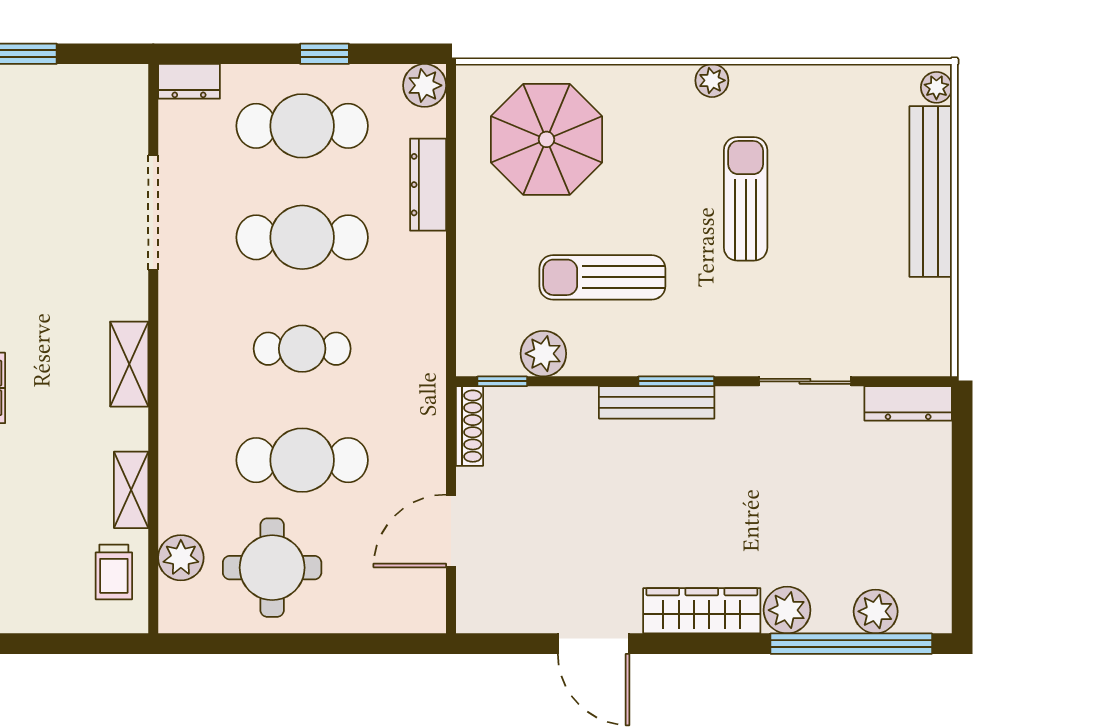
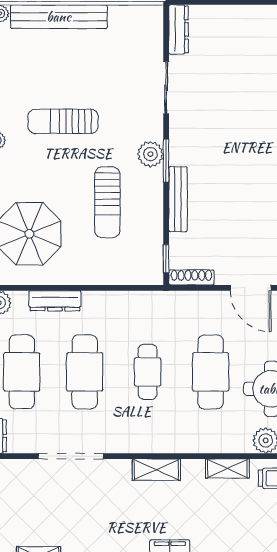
plant: (543, 354) -> (150, 154), moved
bench: (657, 402) -> (178, 199), moved

